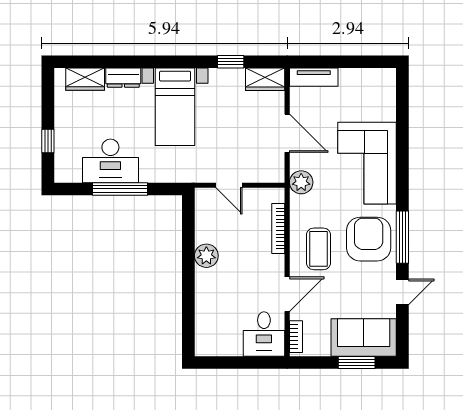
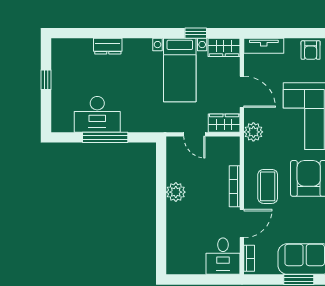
wardrobe: (85, 79) -> (224, 123), moved, turned 180
armchair: (371, 82) -> (311, 50), added
bed with nightstands: (175, 107) -> (180, 70), moved
window: (48, 141) -> (46, 80), moved
bookcase: (278, 228) -> (235, 186), moved

